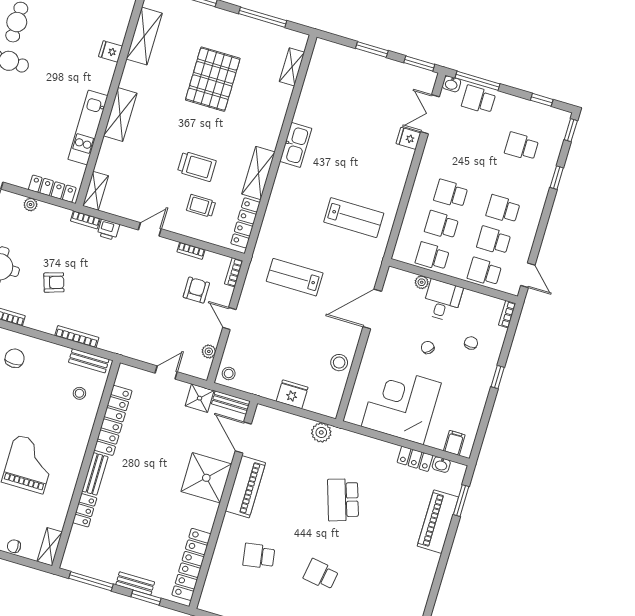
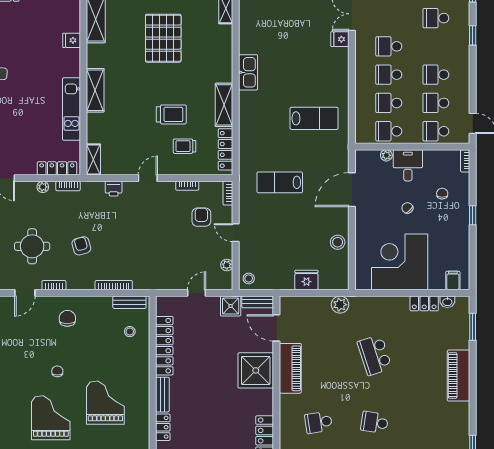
school desk: (460, 162) -> (389, 46), added
bookcase: (85, 220) -> (68, 186), moved
armchair: (54, 282) -> (81, 246), turned -88
piano: (438, 522) -> (459, 376), moved

